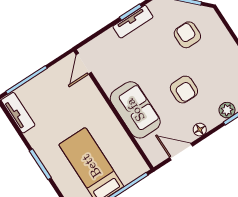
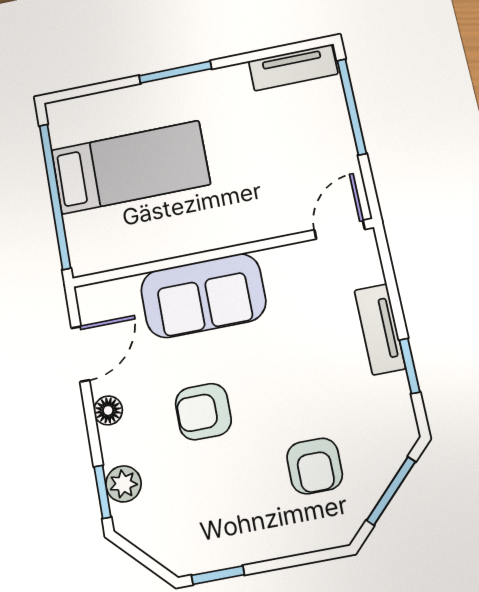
tv unit: (133, 22) -> (380, 329), moved
armchair: (187, 35) -> (315, 466), turned 90
door: (84, 64) -> (340, 230), hinge flipped

